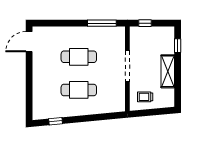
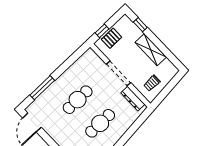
window: (102, 23) -> (42, 88), moved
pallet: (147, 35) -> (112, 38), added
dresser: (120, 95) -> (133, 99), added

